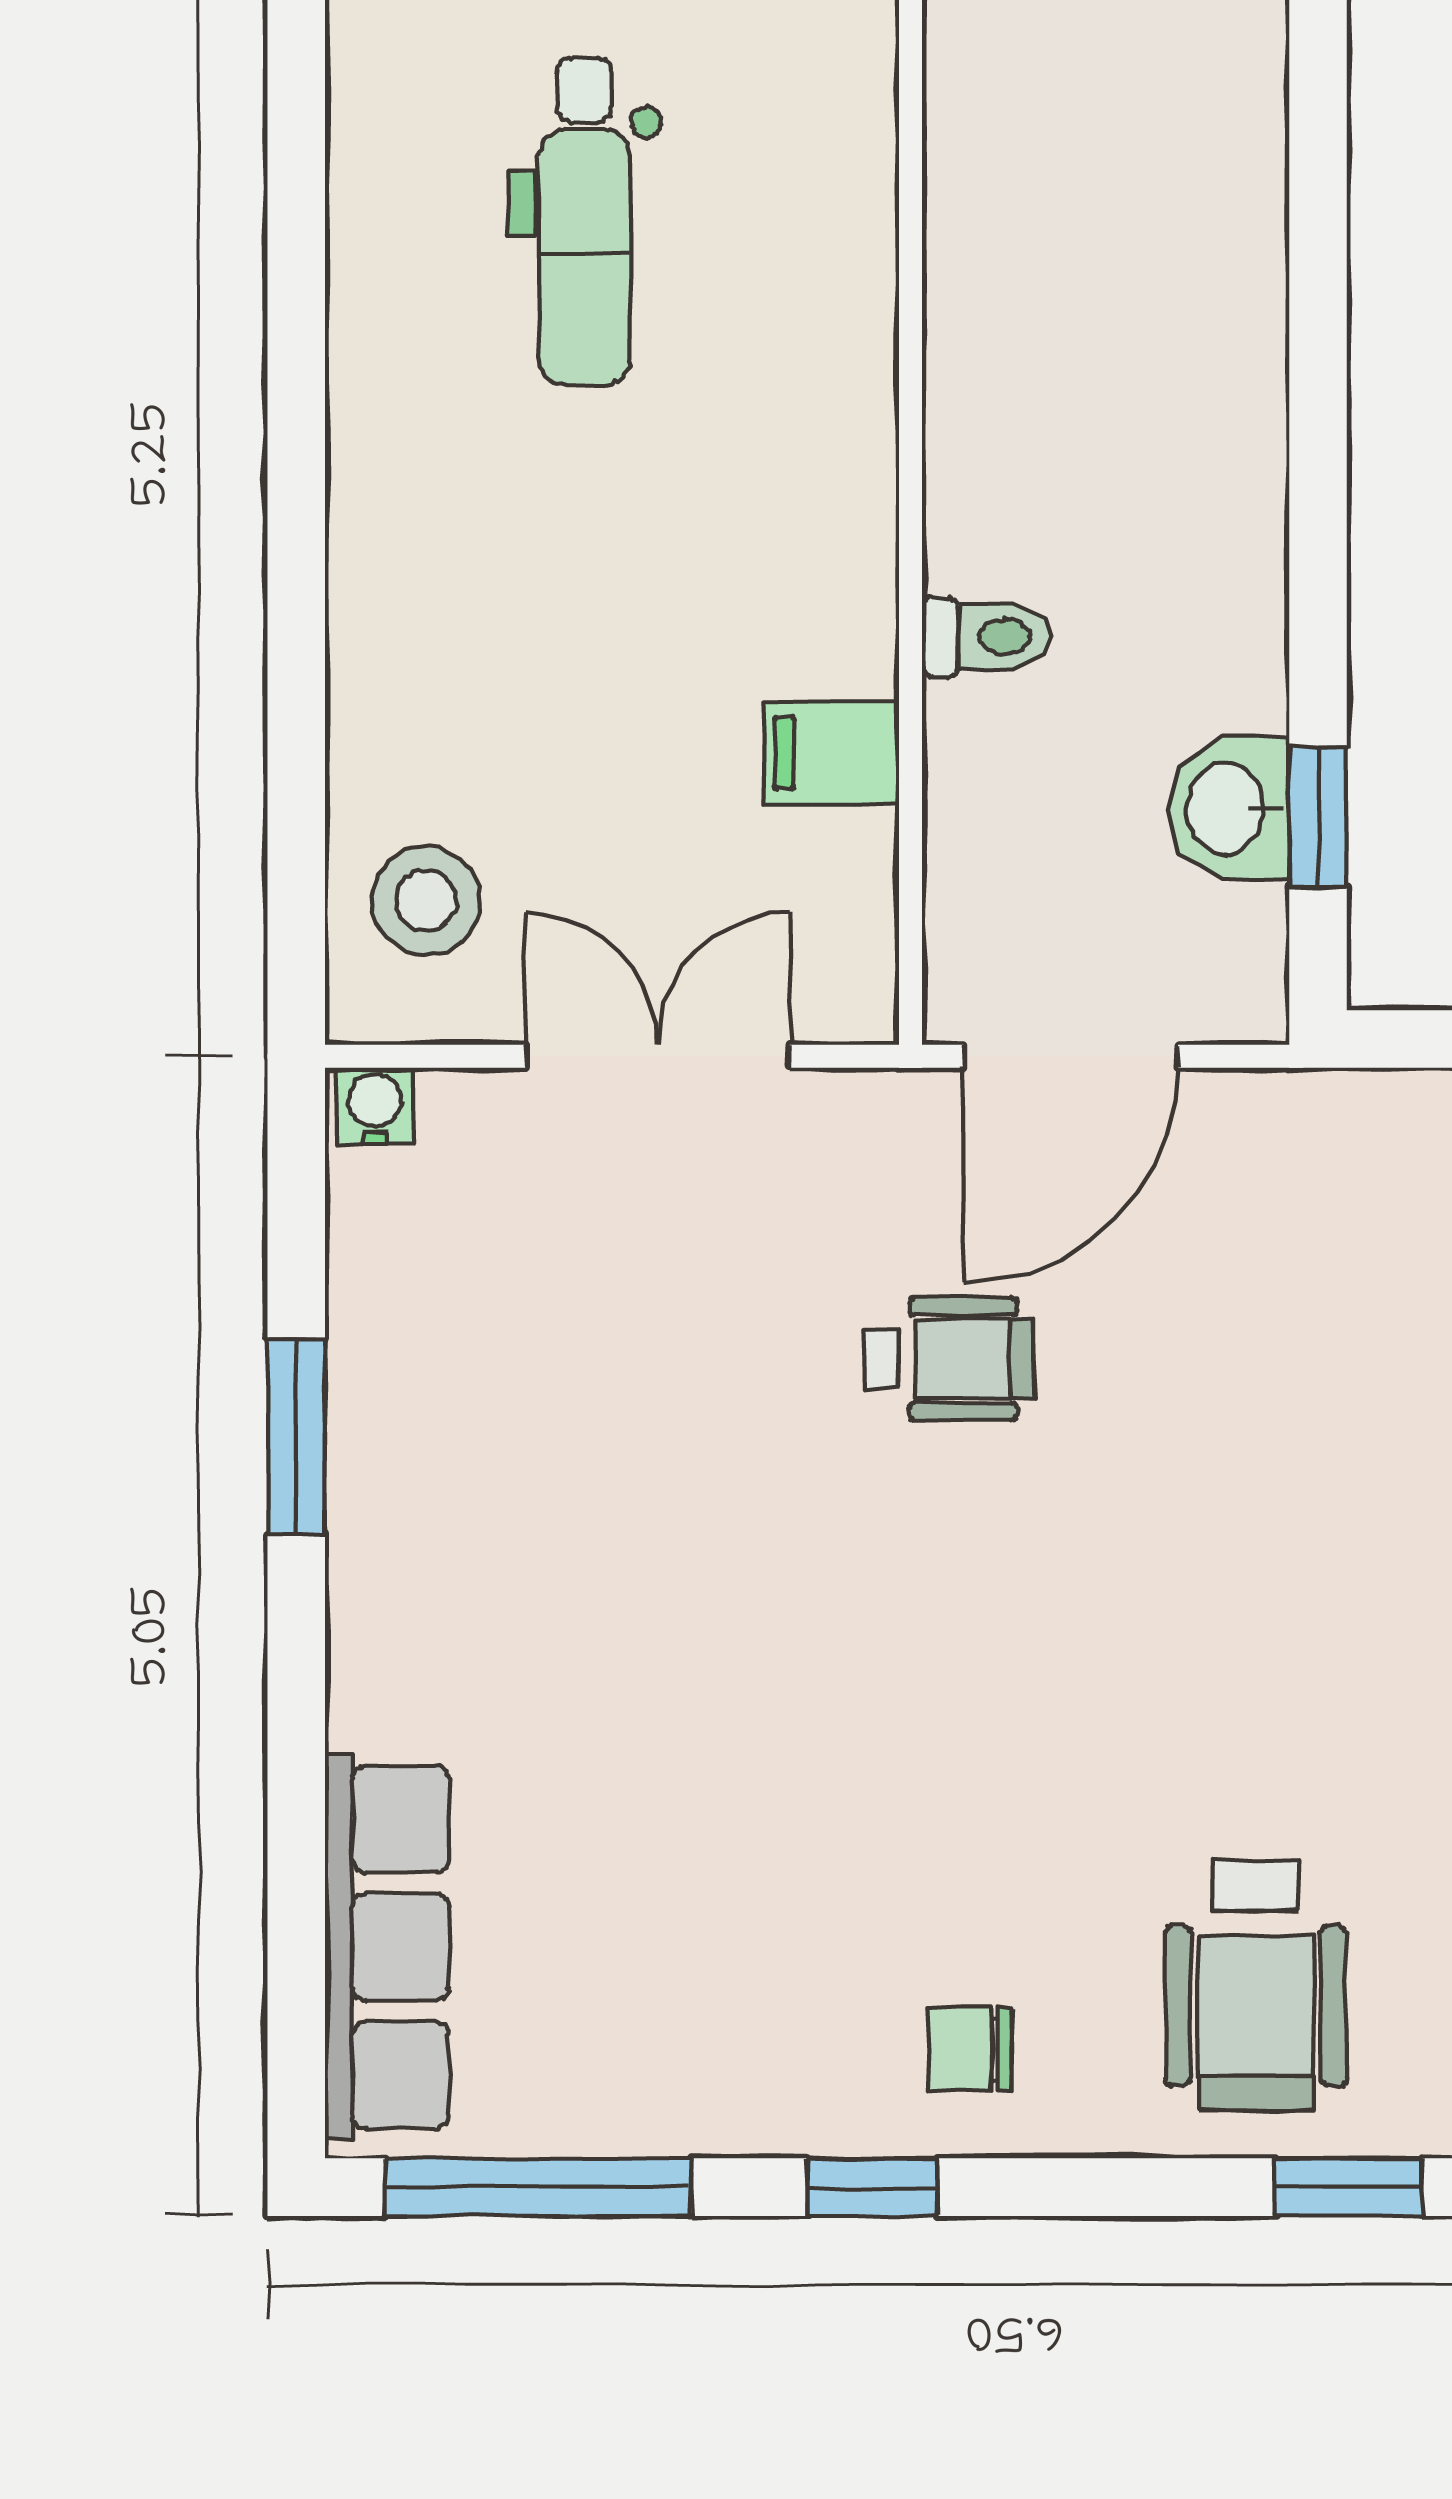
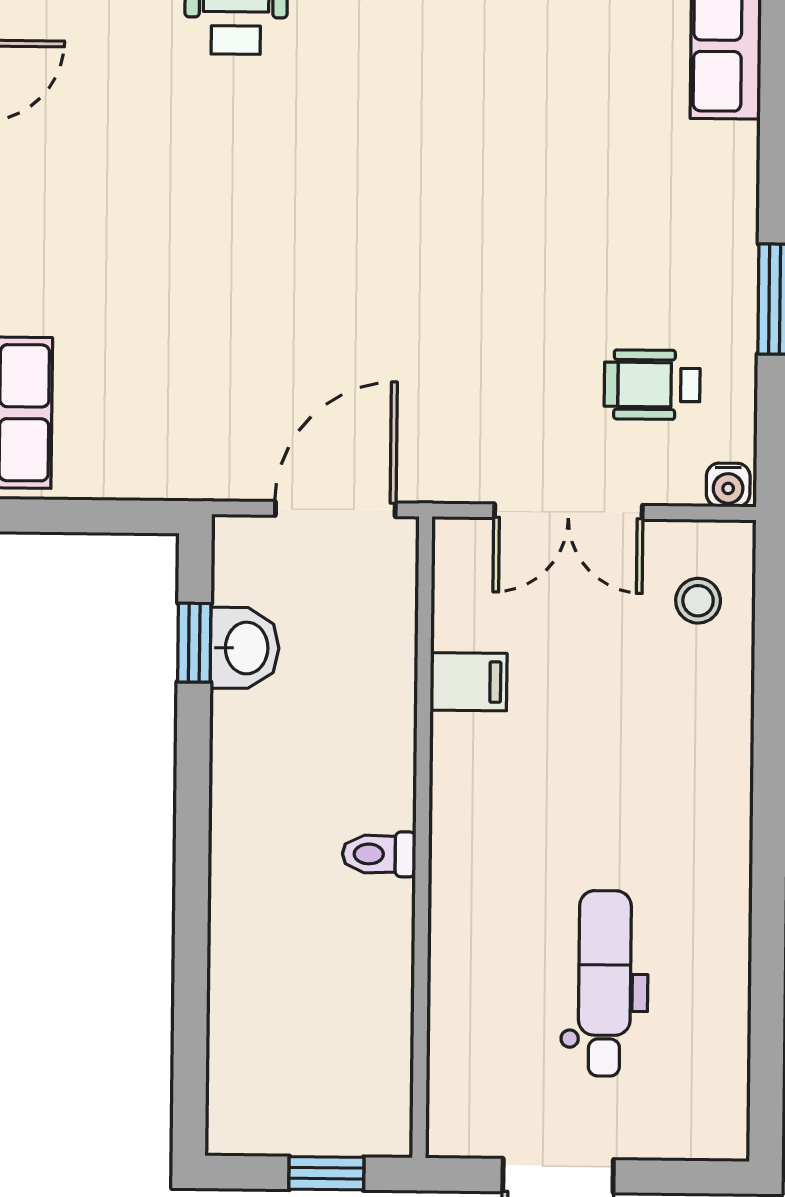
toilet: (987, 637) -> (379, 854), moved
stool: (426, 901) -> (698, 601), width x0.73, depth x0.73
wheelchair: (950, 1359) -> (652, 385), moved

